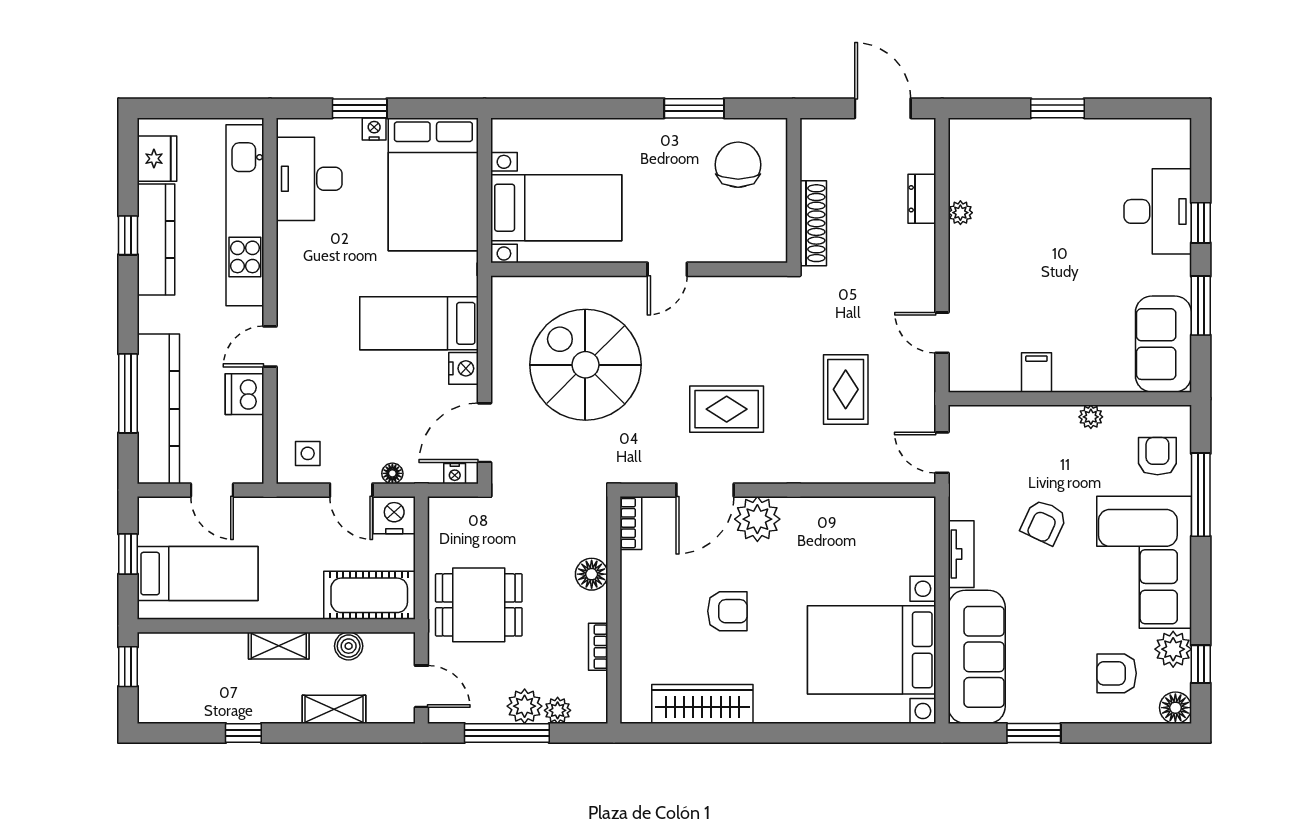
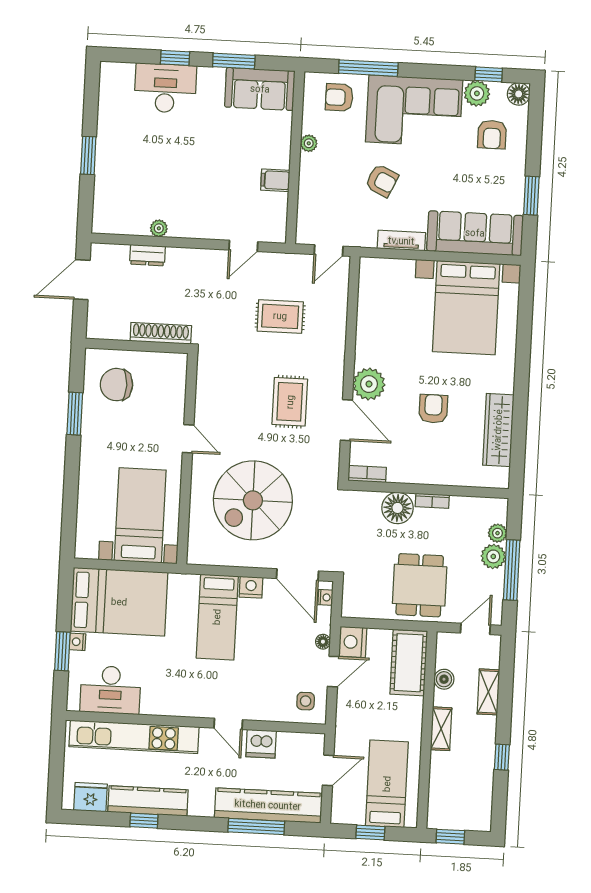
floor lamp: (592, 574) -> (397, 508), width x1.38, depth x1.38
bookcase: (598, 647) -> (432, 501), moved

